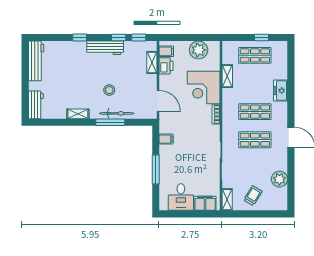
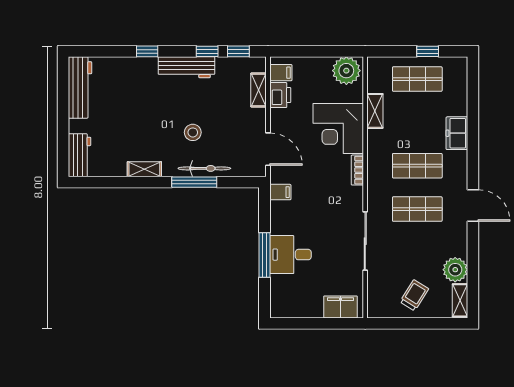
plant: (199, 50) -> (346, 71), moved
filing cabinet: (166, 139) -> (280, 192), moved
desk: (181, 197) -> (290, 255), moved, turned 90
shelving: (227, 200) -> (460, 300), moved

